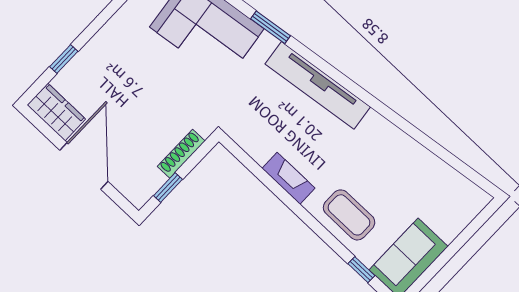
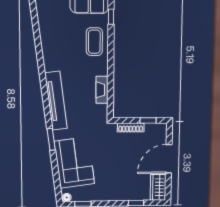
fireplace: (289, 178) -> (102, 90), moved

